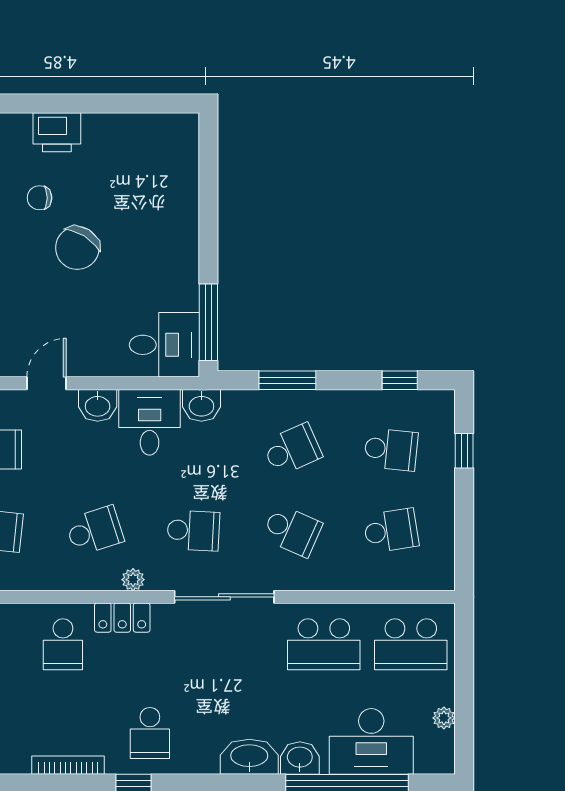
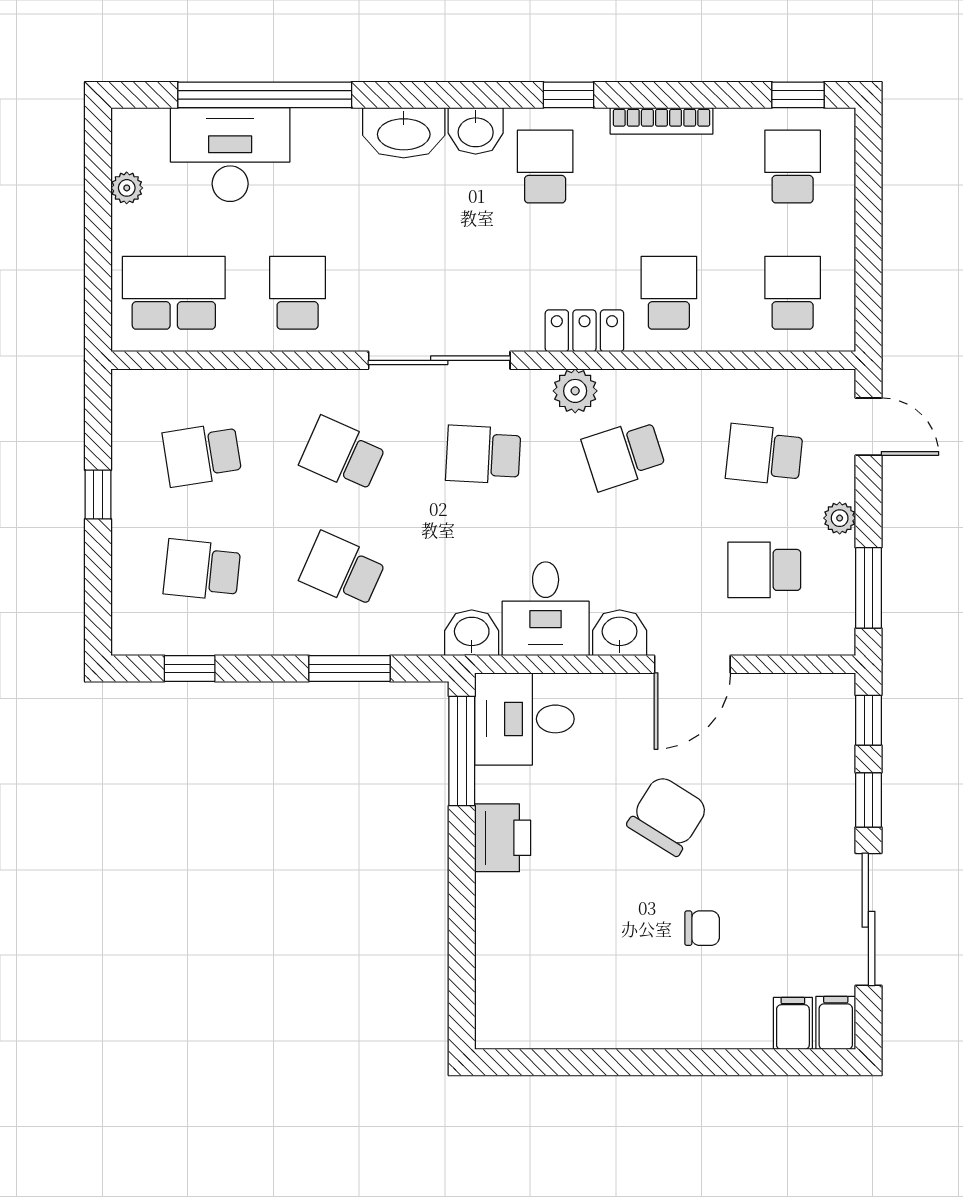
printer: (57, 132) -> (503, 838), moved, turned 90
chair: (77, 248) -> (668, 816), moved
door: (46, 383) -> (692, 664), width x1.38
school desk: (292, 450) -> (343, 570), turned 48
window: (464, 451) -> (98, 495), moved
plant: (133, 580) -> (575, 391), width x1.38, depth x1.38
school desk: (324, 644) -> (298, 293), width x0.54
washbasin: (300, 758) -> (476, 131), moved

